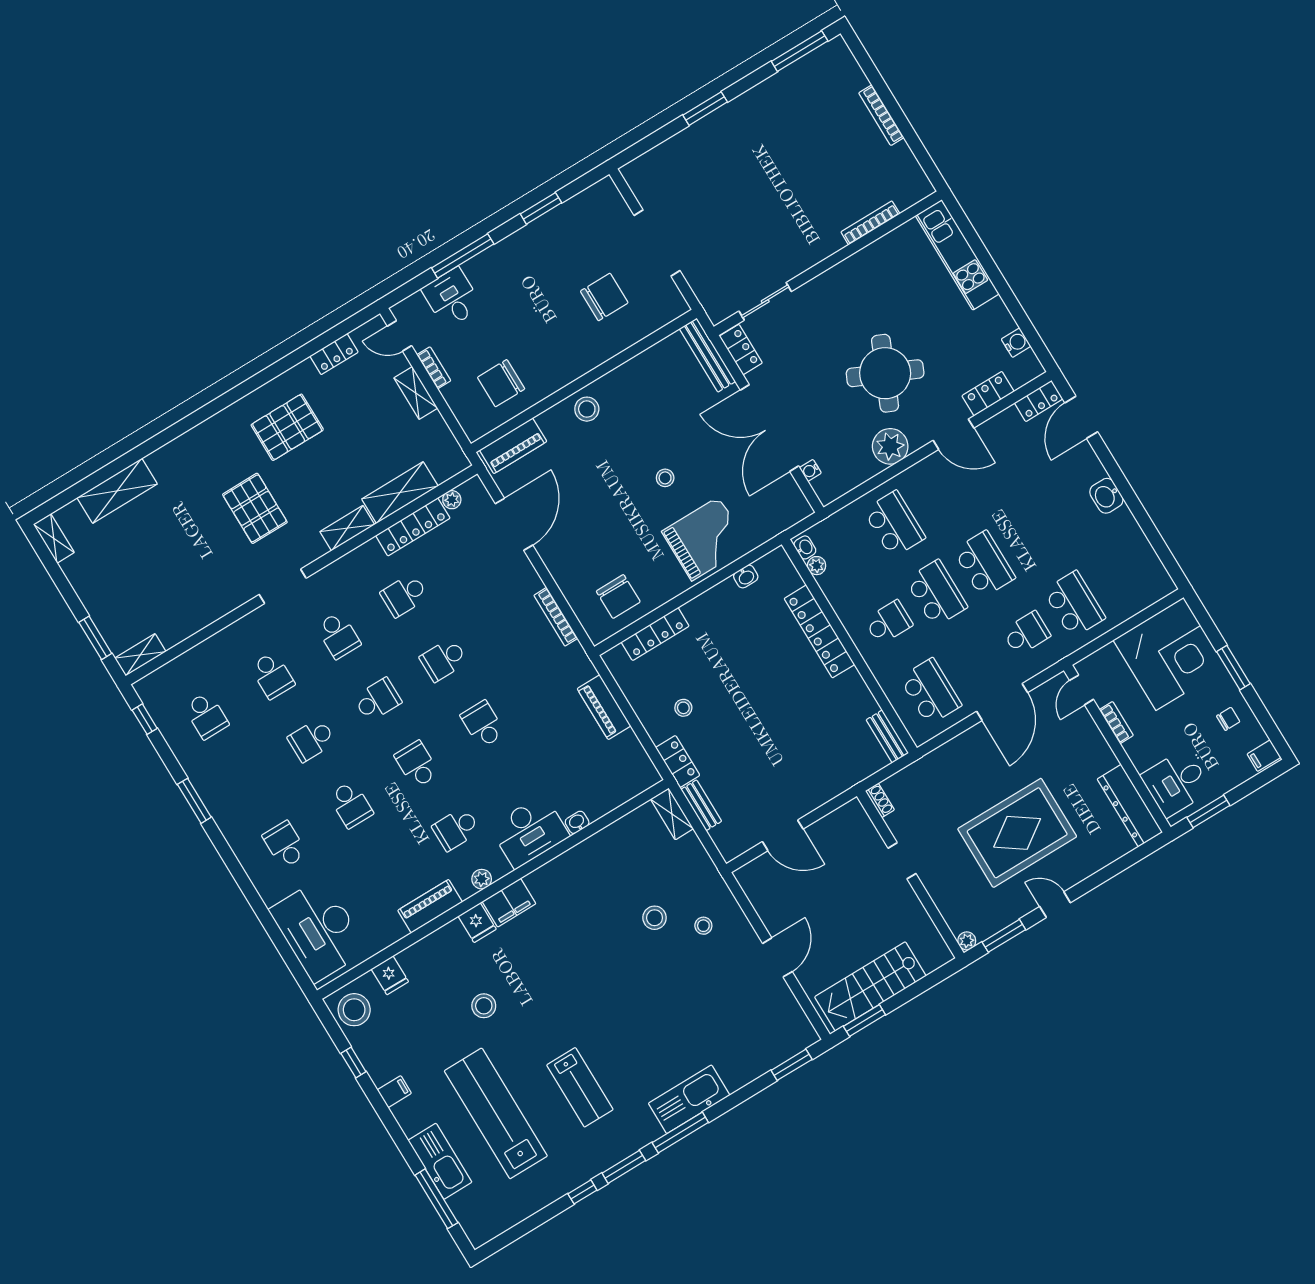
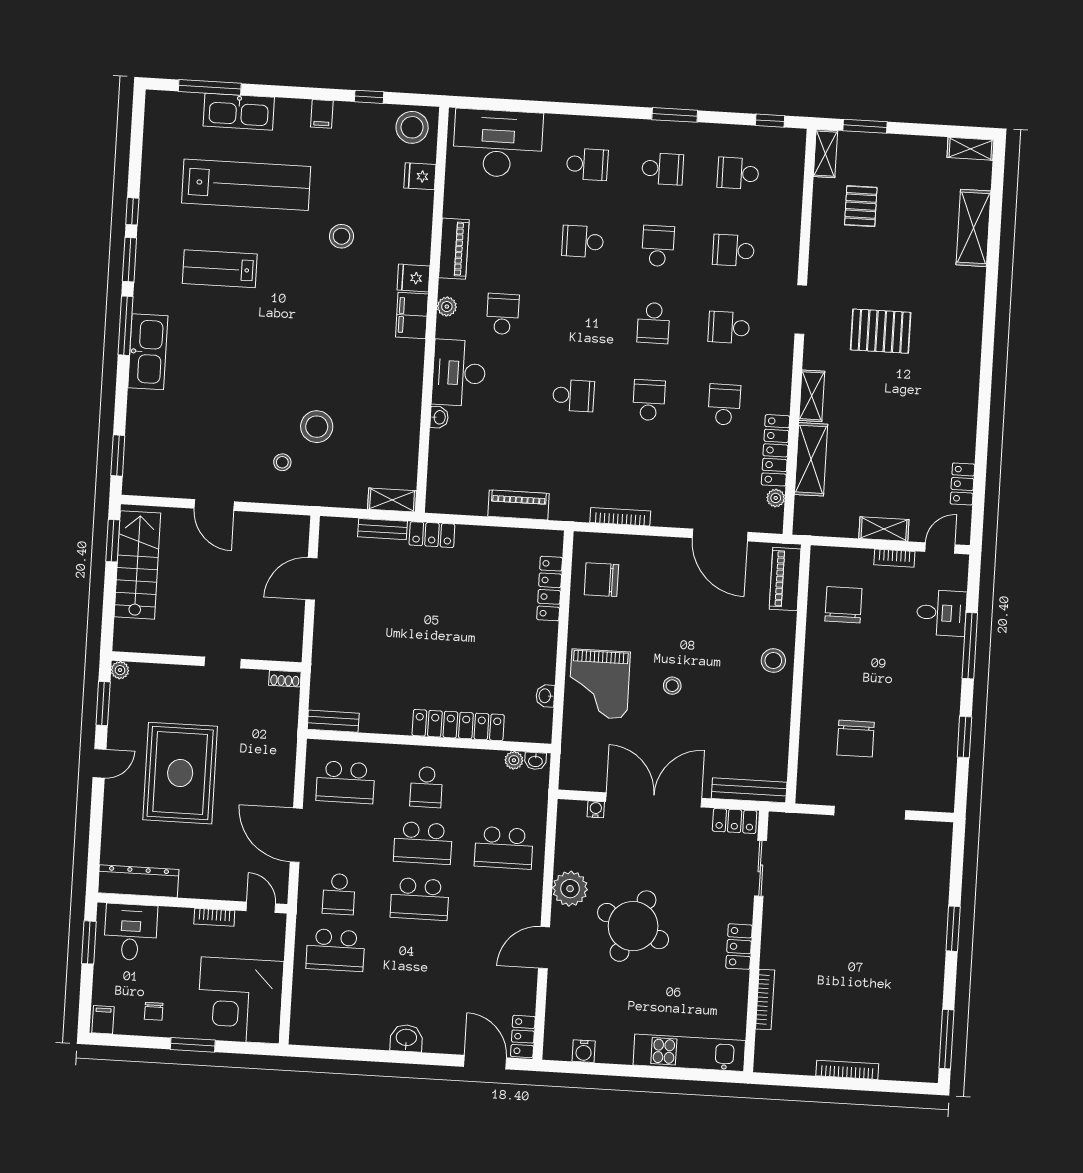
locker: (988, 394) -> (739, 947), moved, turned 180
pallet: (287, 427) -> (861, 206), moved, width x0.67, depth x0.71
stool: (683, 708) -> (473, 570), removed
school desk: (417, 764) -> (663, 169), moved
stool: (655, 918) -> (317, 427), width x1.38, depth x1.38

